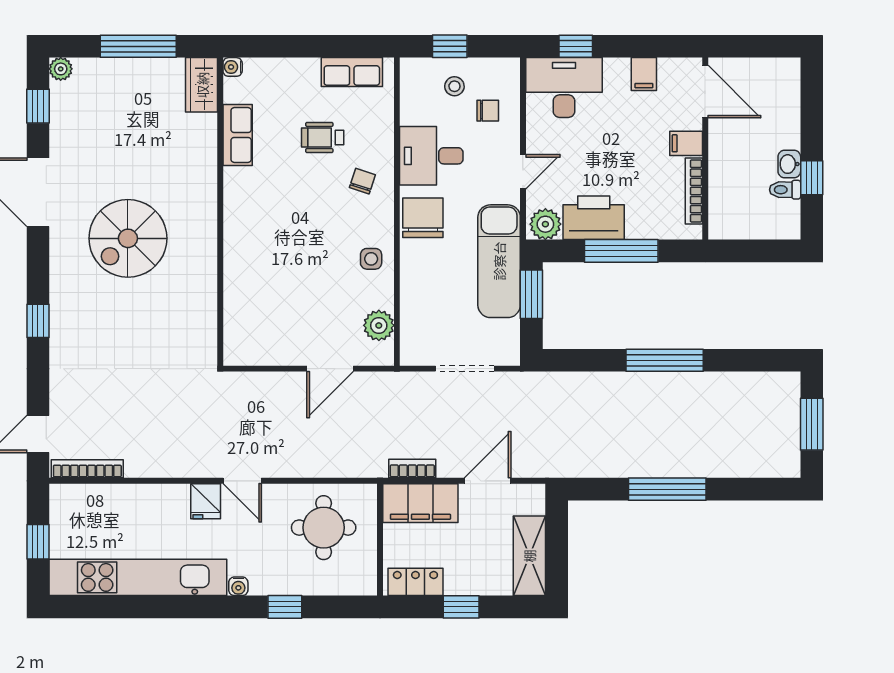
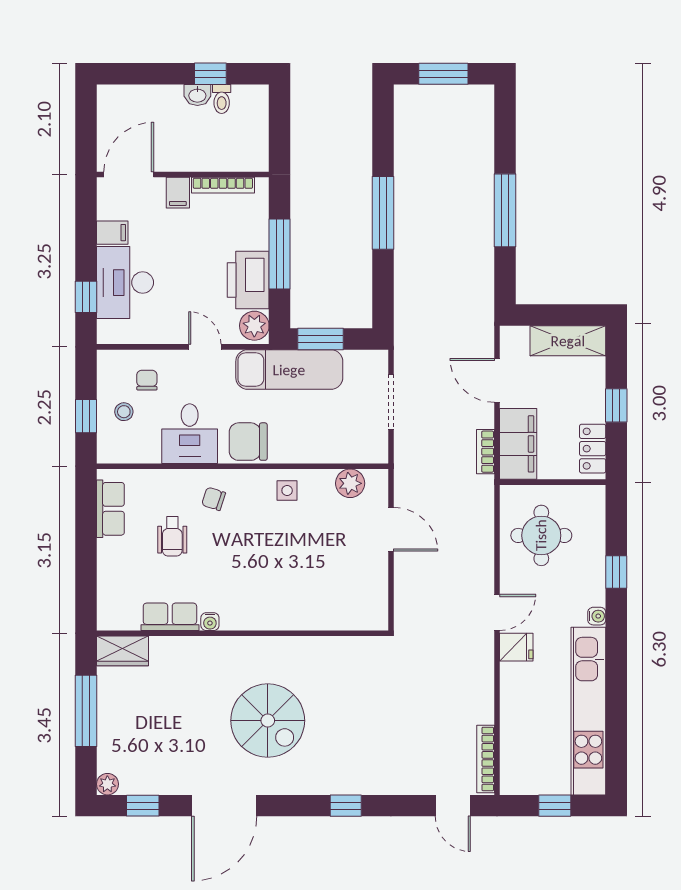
water cooler: (233, 67) -> (210, 622), moved
desk: (564, 87) -> (125, 283), moved

